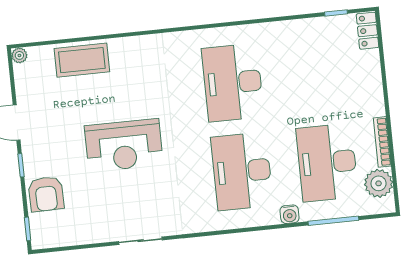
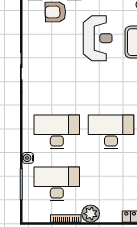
reception desk: (124, 145) -> (98, 38), moved, turned 180
plant: (379, 183) -> (91, 214), moved

